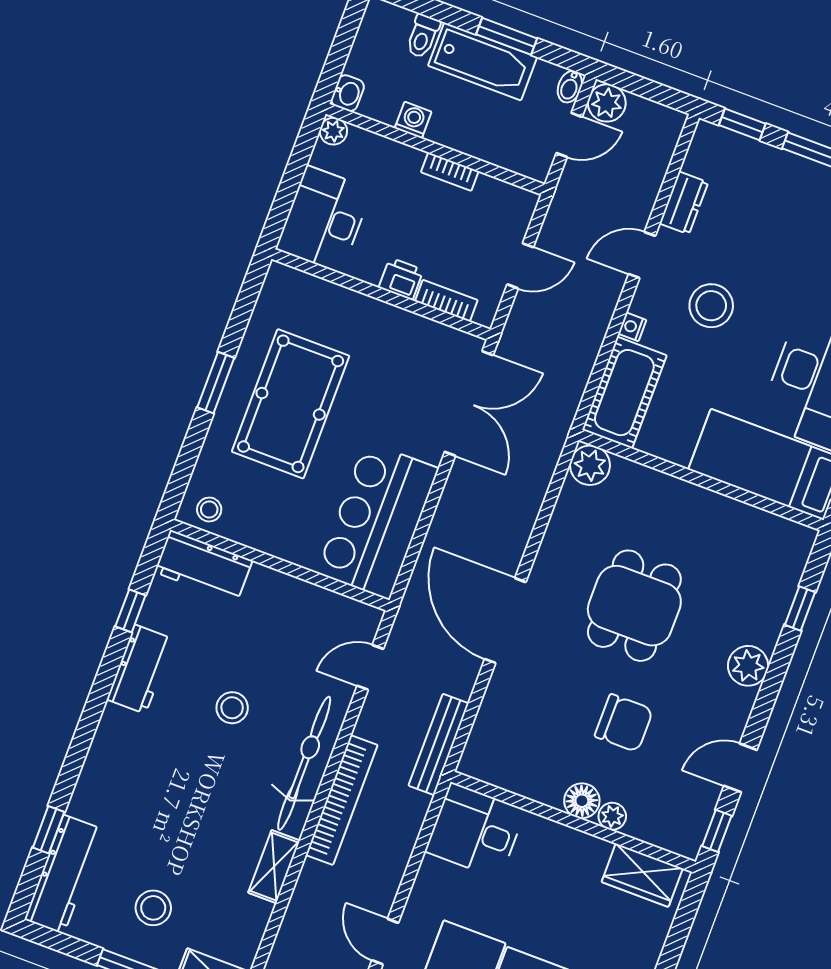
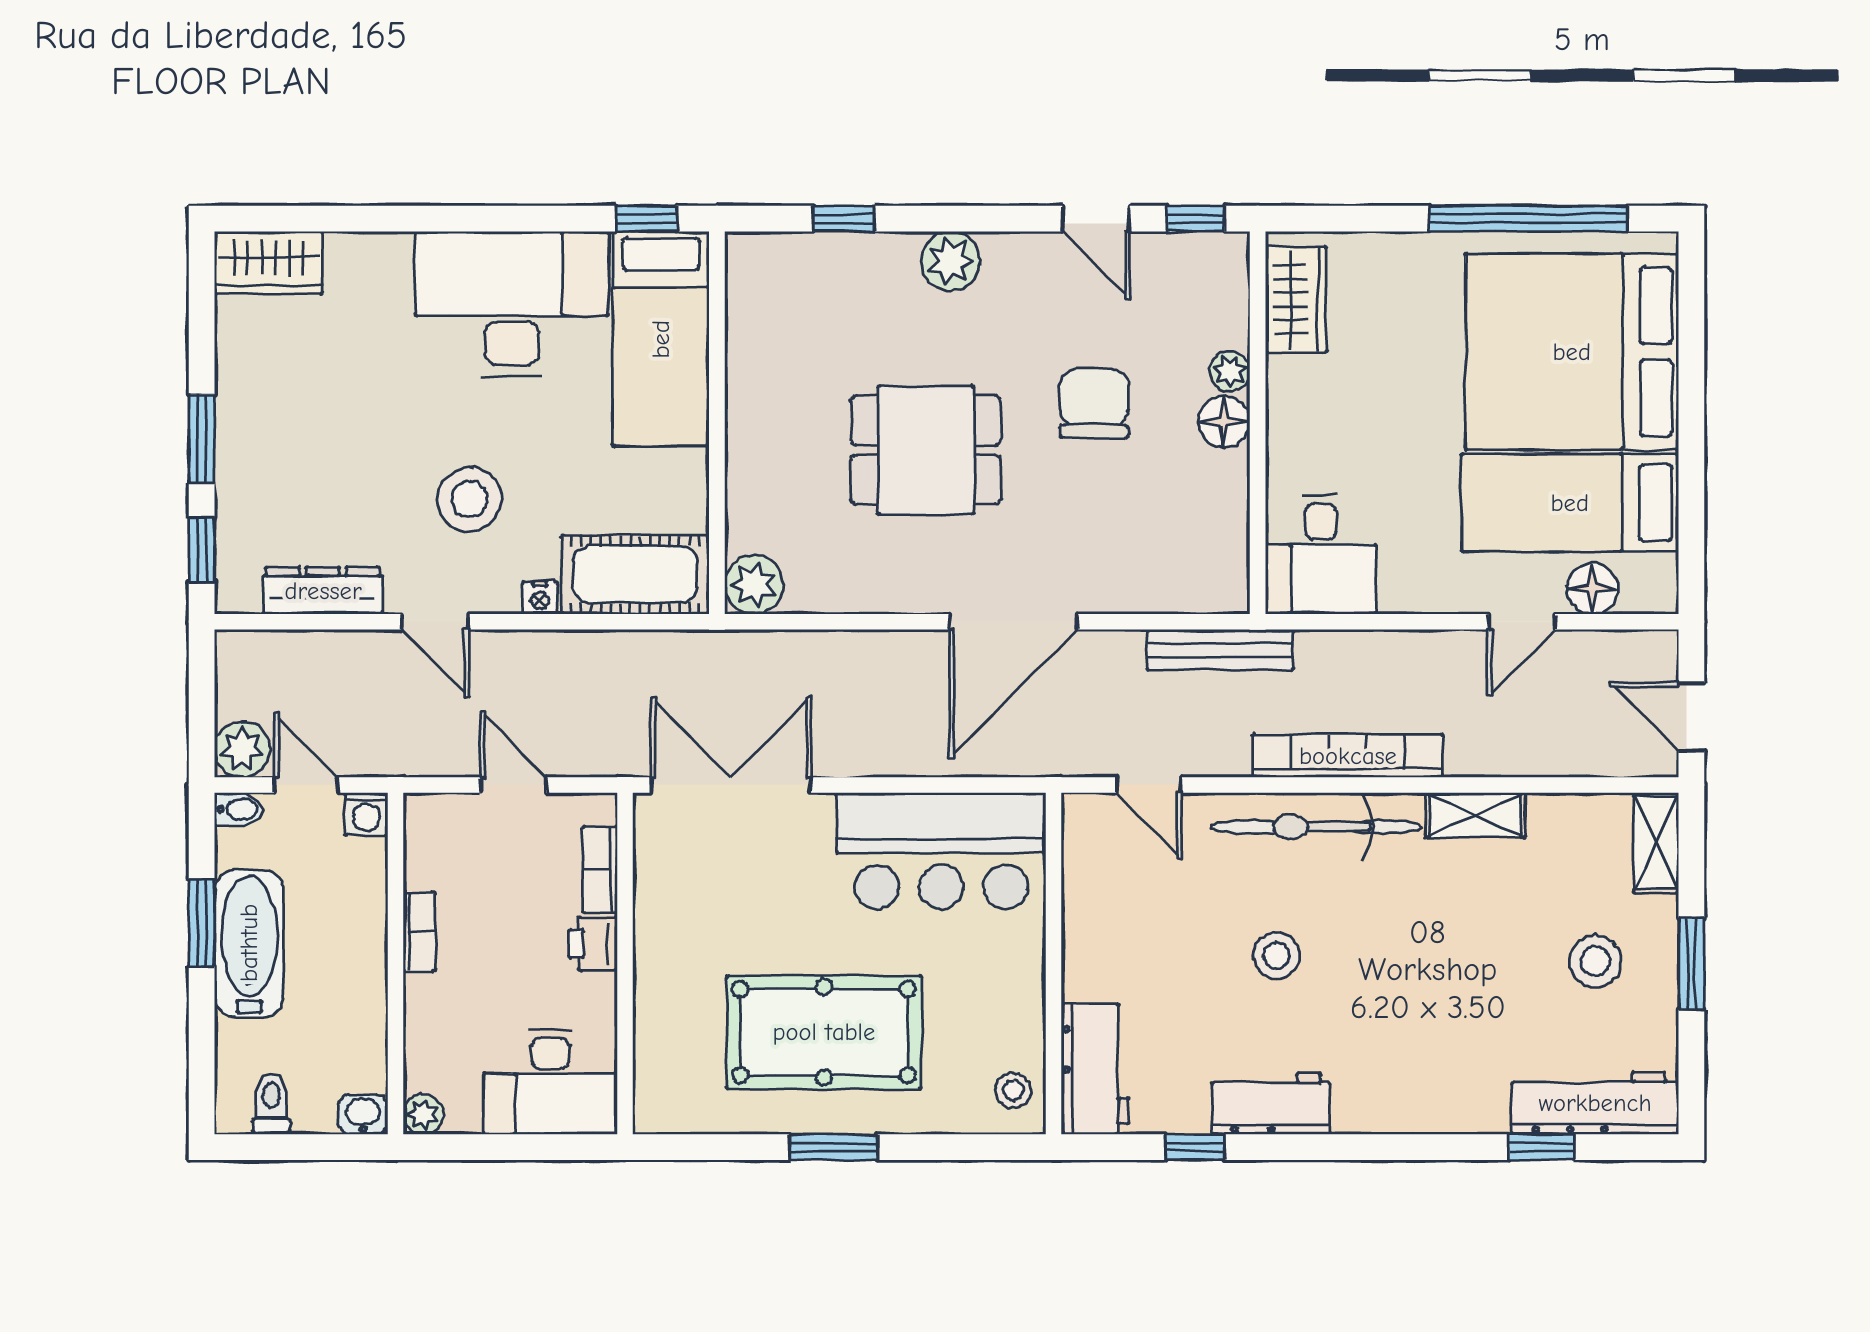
toilet: (423, 36) -> (271, 1104), moved, turned -90
washing machine: (413, 120) -> (366, 814), moved, turned -90
dresser: (684, 203) -> (323, 591), width x1.44

